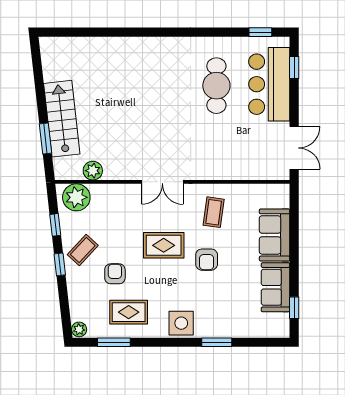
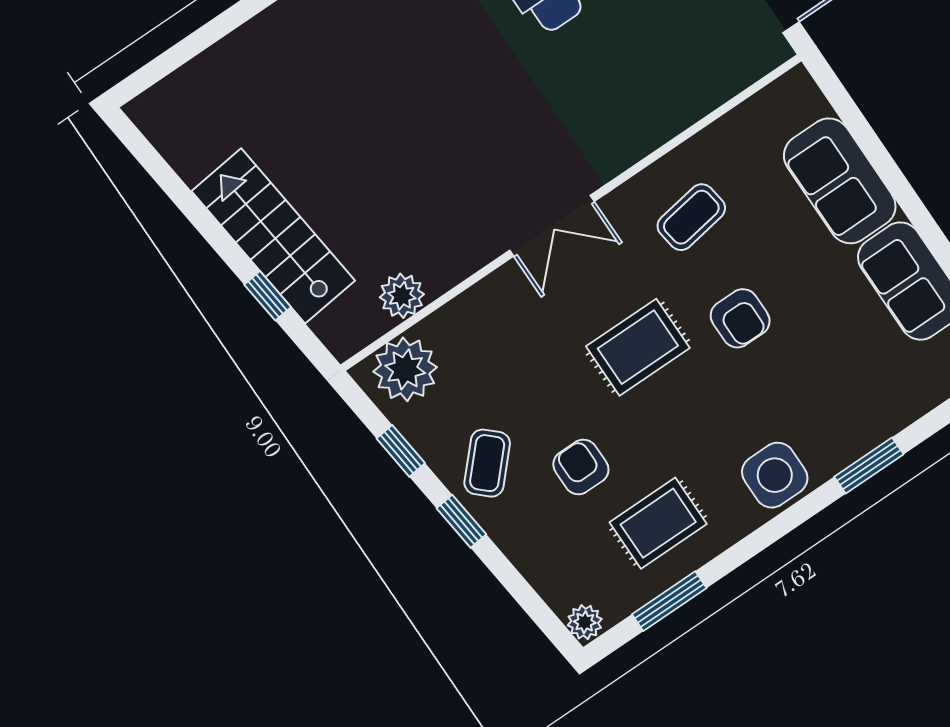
window: (45, 138) -> (268, 296), width x0.67
coffee table: (214, 212) -> (691, 217), turned 73

